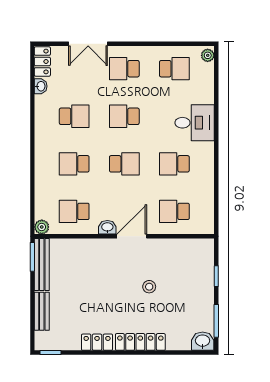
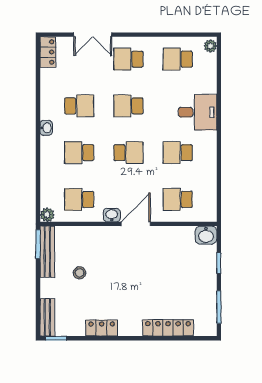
school desk: (174, 69) -> (178, 59), turned 180
washbasin: (41, 86) -> (46, 128), moved
stool: (149, 287) -> (80, 273), moved
bench: (42, 311) -> (47, 317), moved
washbasin: (203, 341) -> (206, 235), moved, turned 180
locker: (140, 342) -> (168, 328), moved

